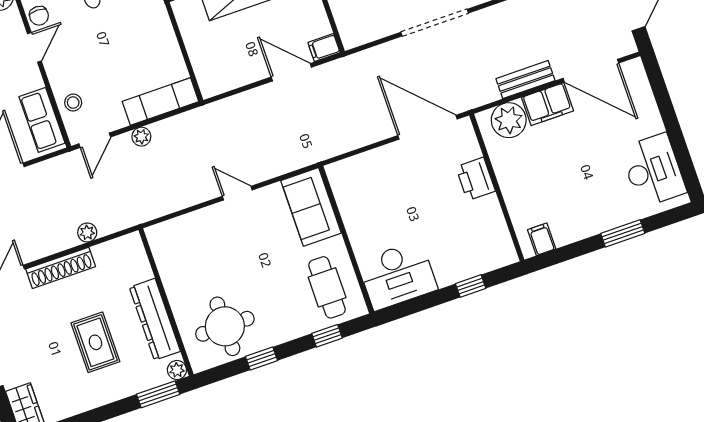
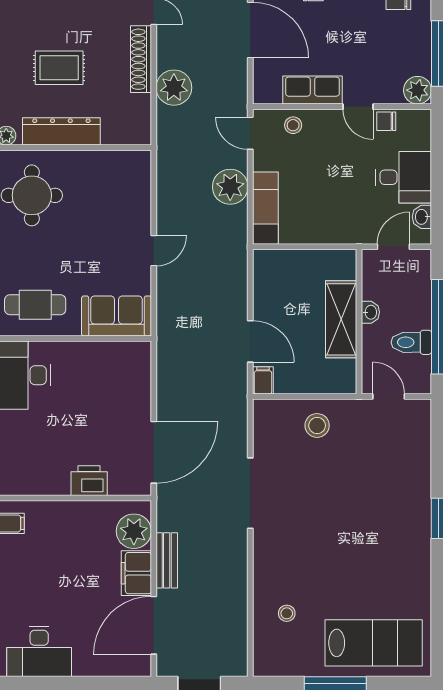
door: (291, 72) -> (250, 341), hinge flipped
row of seats: (42, 120) -> (312, 90), moved
plant: (141, 137) -> (230, 187), width x1.87, depth x1.87
plant: (87, 233) -> (174, 88), width x1.88, depth x1.88

